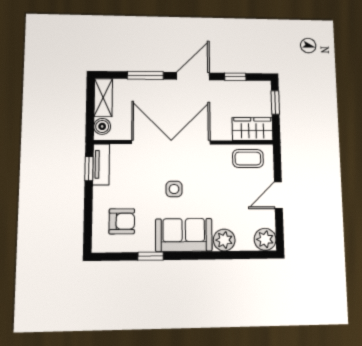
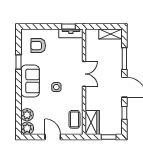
boiler: (102, 126) -> (93, 34), removed
double door: (171, 142) -> (84, 74), width x0.54
side table: (174, 189) -> (56, 87), moved
armchair: (122, 221) -> (38, 46), turned 90
plant: (224, 240) -> (27, 115), moved

